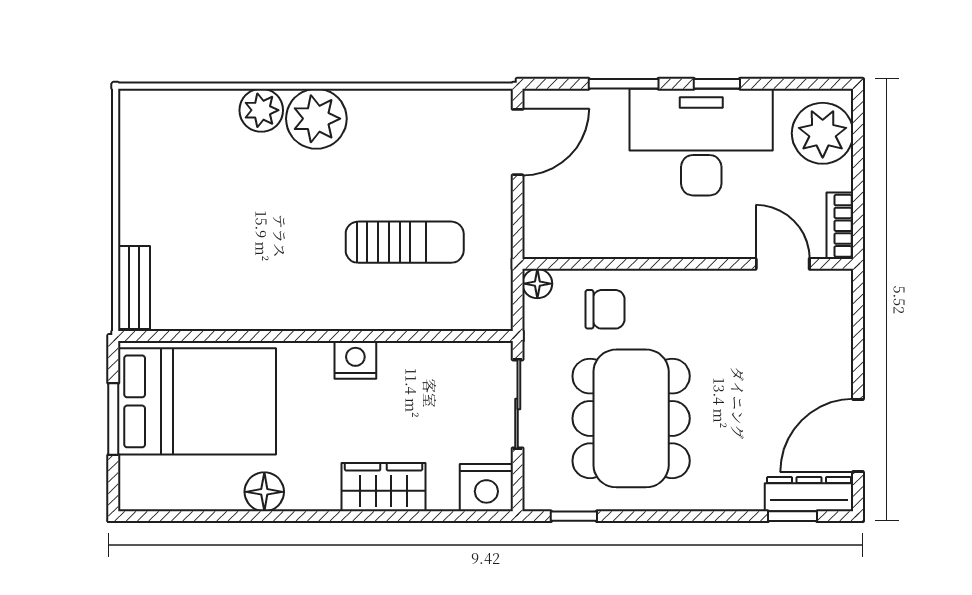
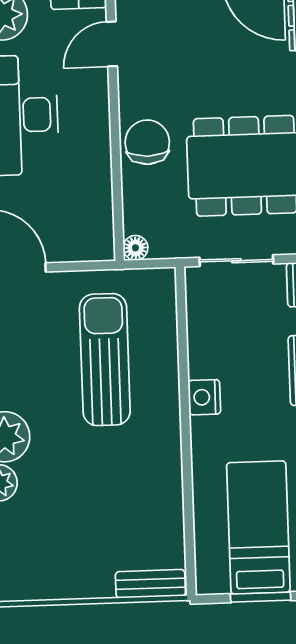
sun lounger: (405, 242) -> (105, 360), width x1.36, depth x1.34
chair: (605, 309) -> (147, 142), moved, width x1.37, depth x1.37
bed: (197, 401) -> (258, 527), width x0.67

